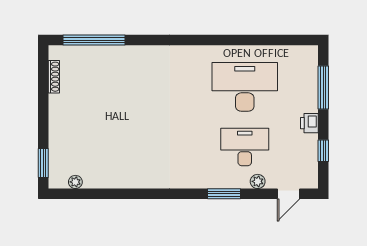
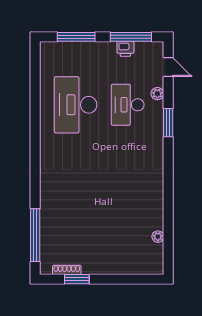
printer: (309, 123) -> (125, 49), moved
window: (323, 151) -> (131, 37), width x2.17
window: (43, 163) -> (77, 279), moved
plant: (75, 182) -> (158, 237), moved

